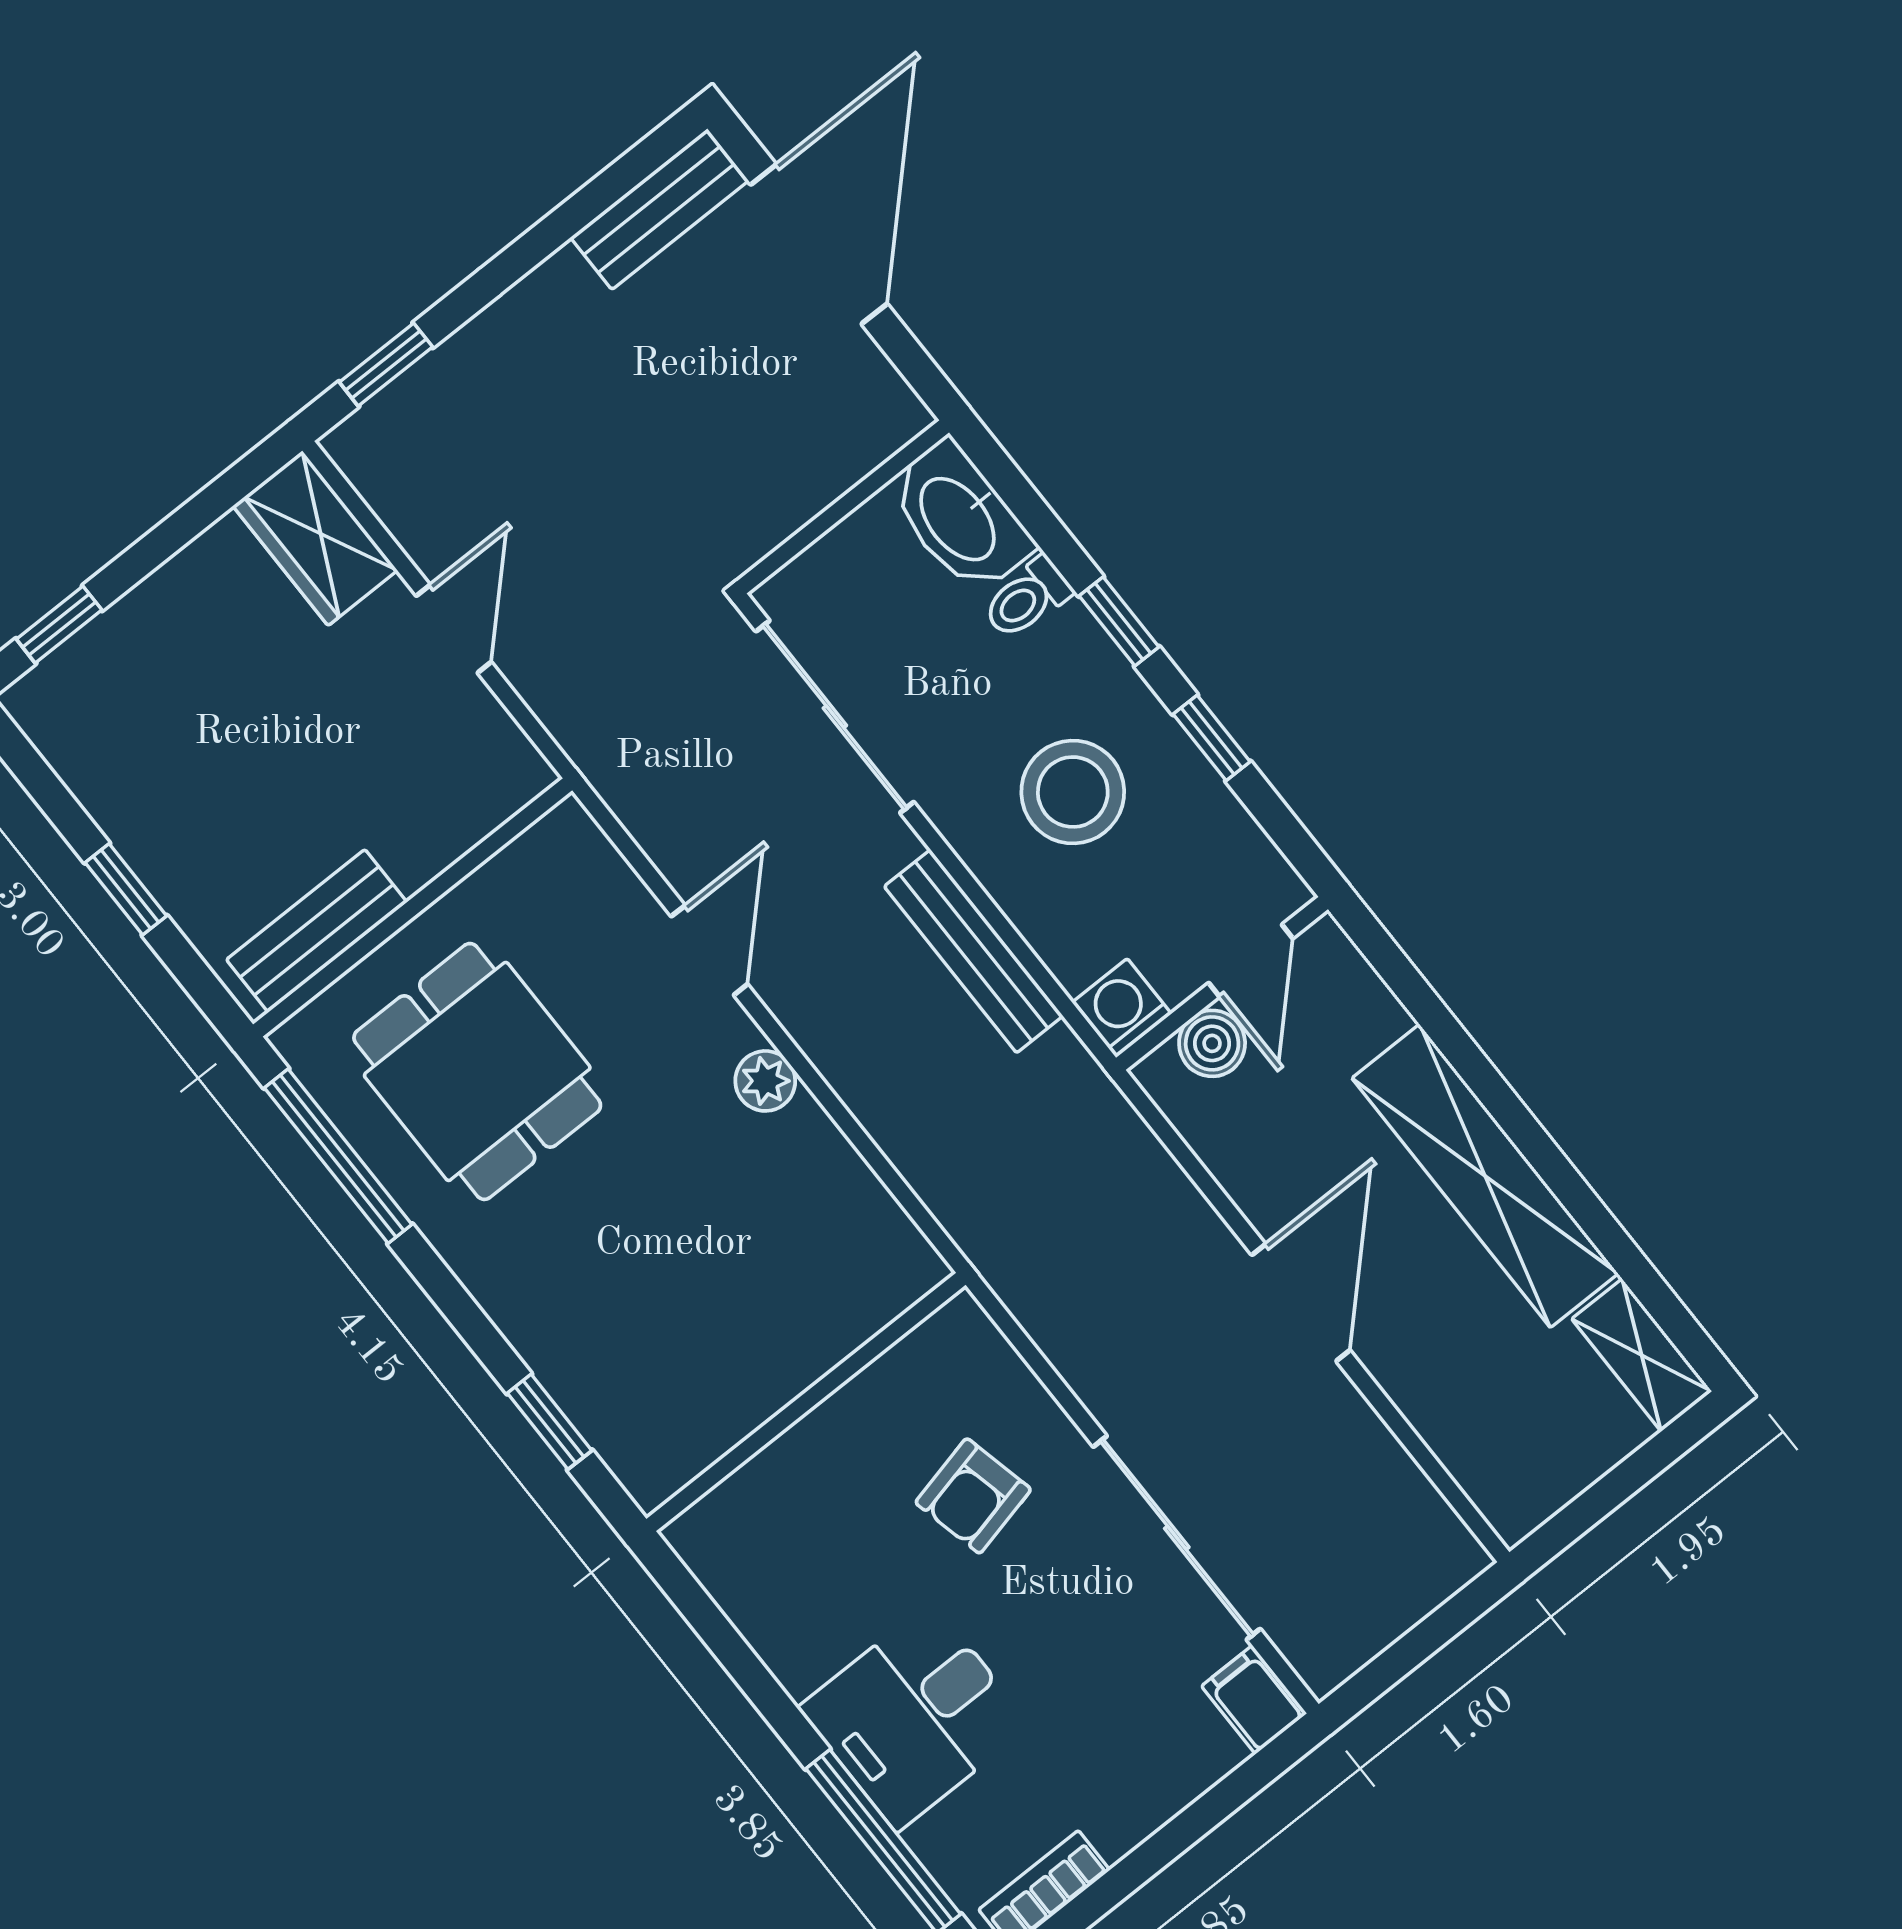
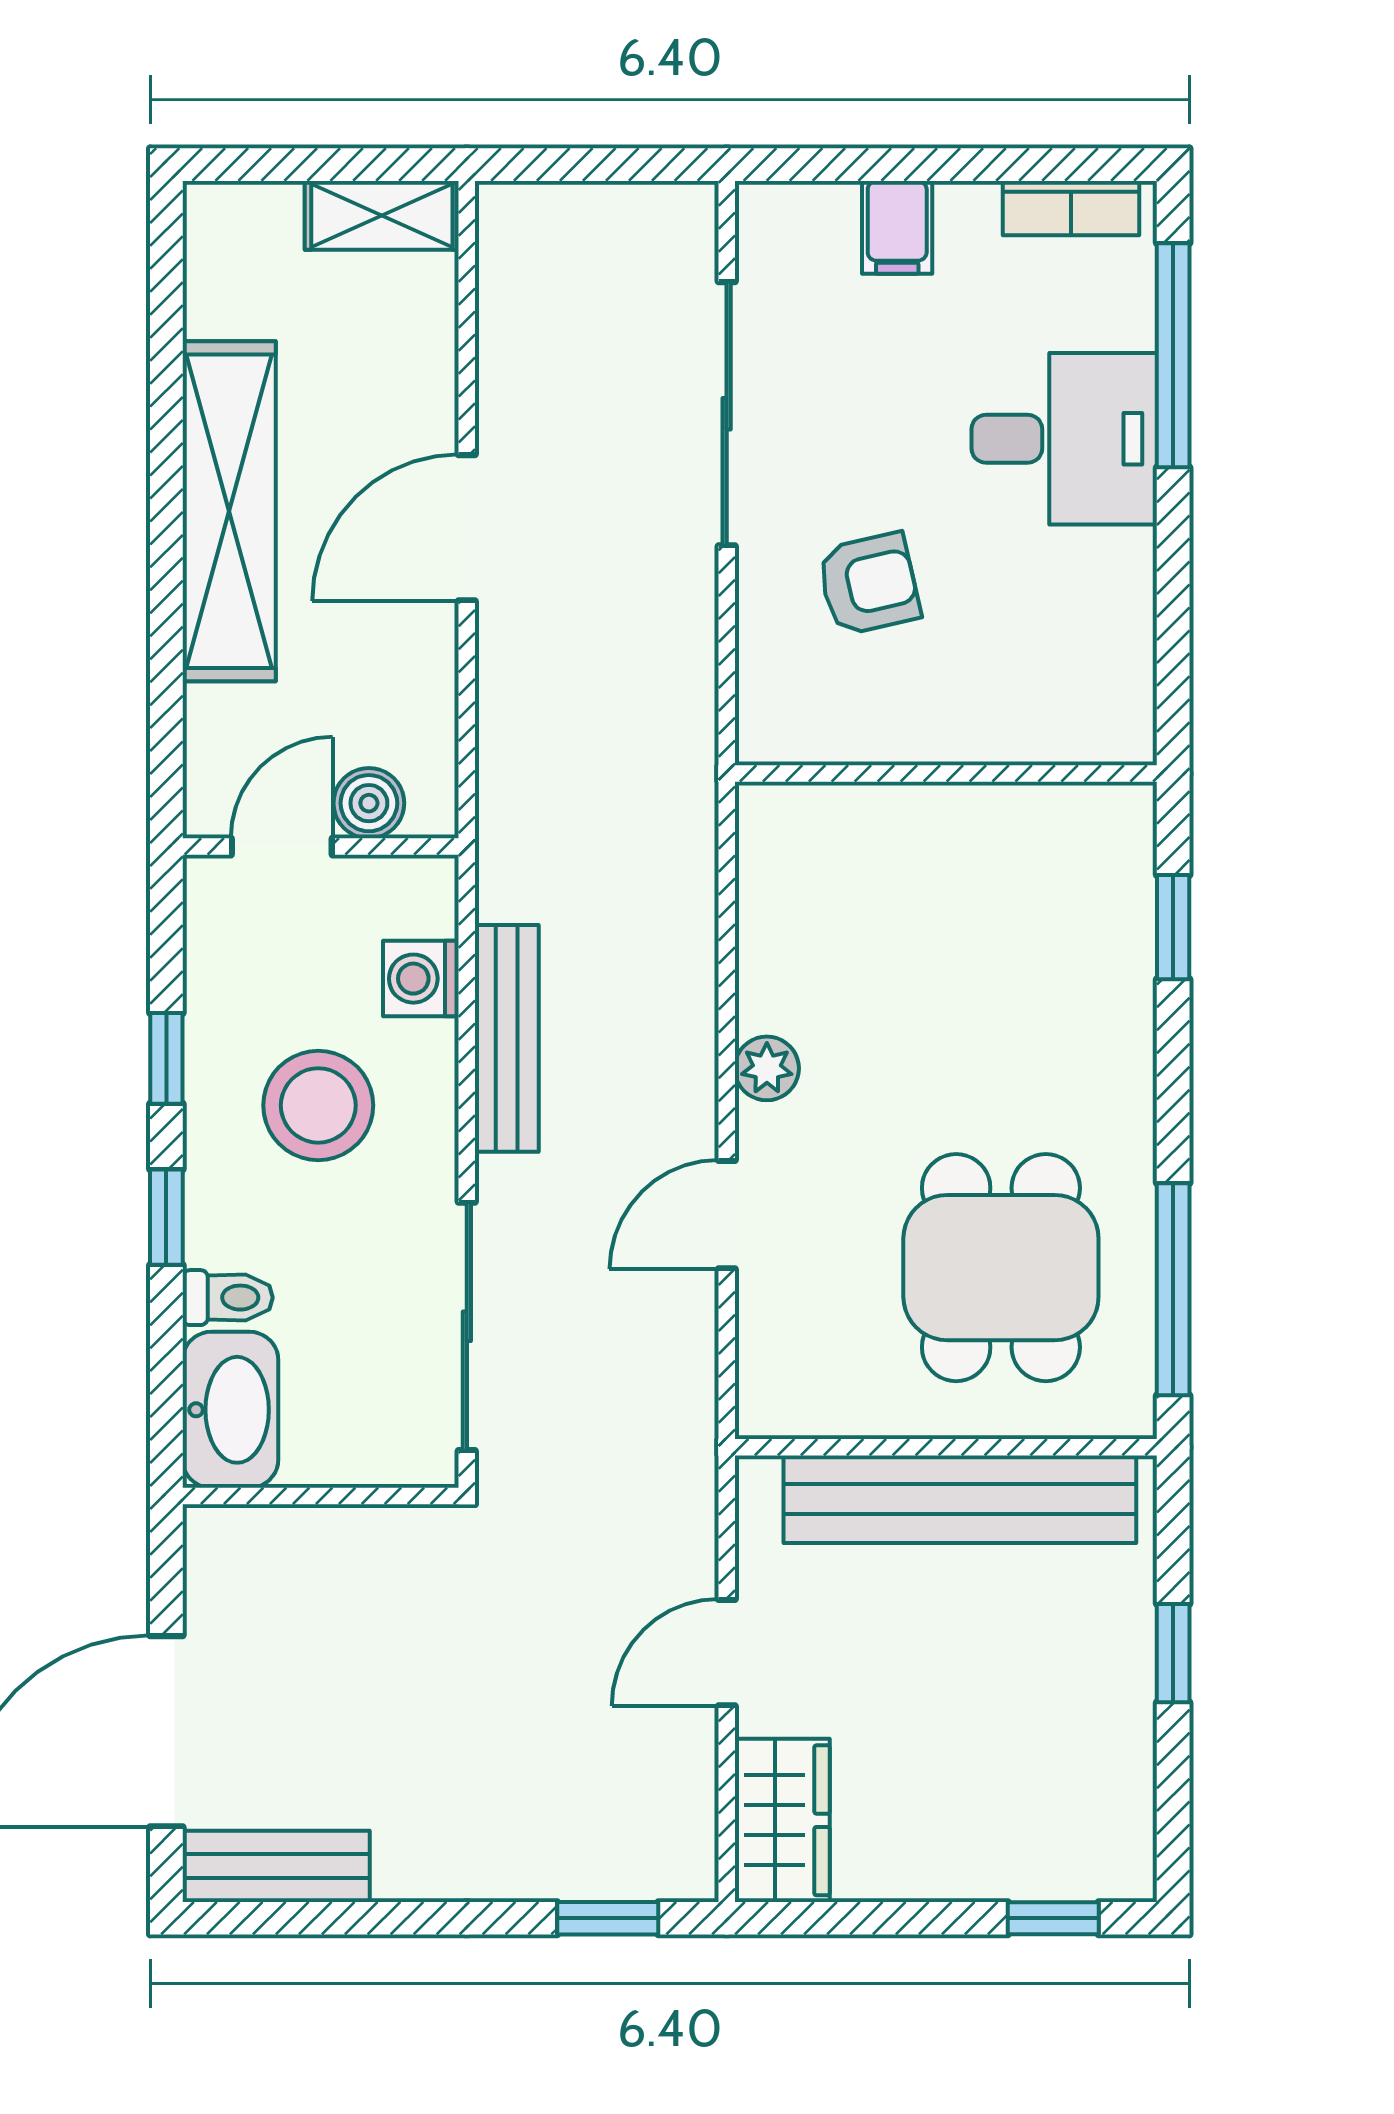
bench: (317, 931) -> (960, 1499), width x1.86, depth x1.21
washing machine: (1122, 1008) -> (421, 979), moved, turned 90
shelving: (1642, 1355) -> (382, 215), moved, turned 90
filing cabinet: (1254, 1700) -> (897, 227), moved

